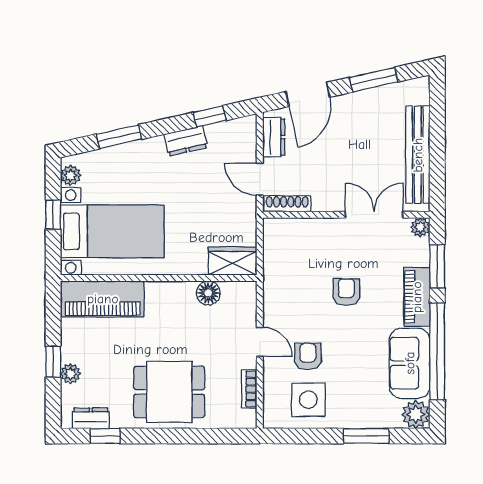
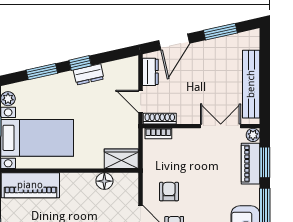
window: (210, 116) -> (80, 63), moved
bookcase: (285, 225) -> (158, 134), added
armchair: (346, 292) -> (169, 192), moved
piano: (417, 297) -> (250, 164), moved

